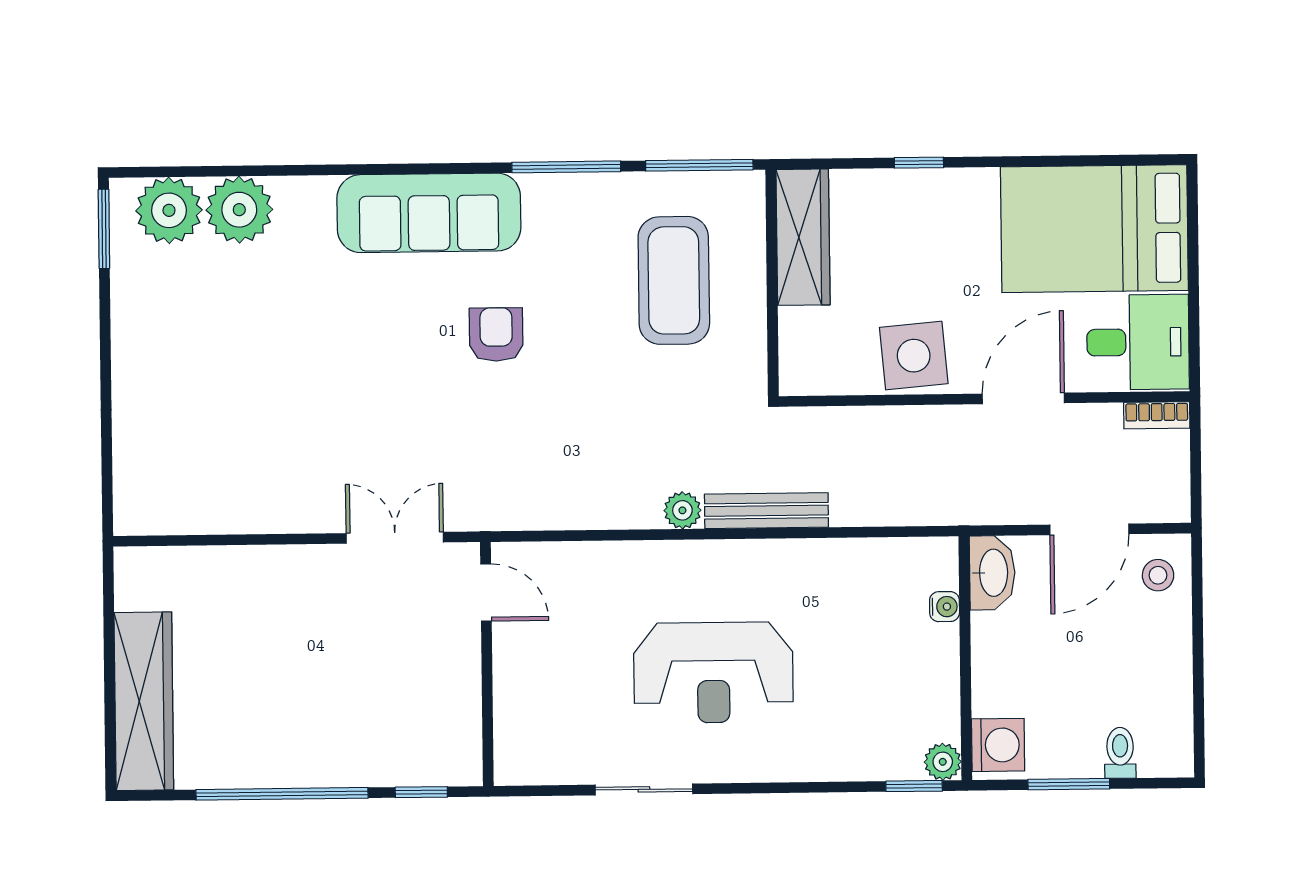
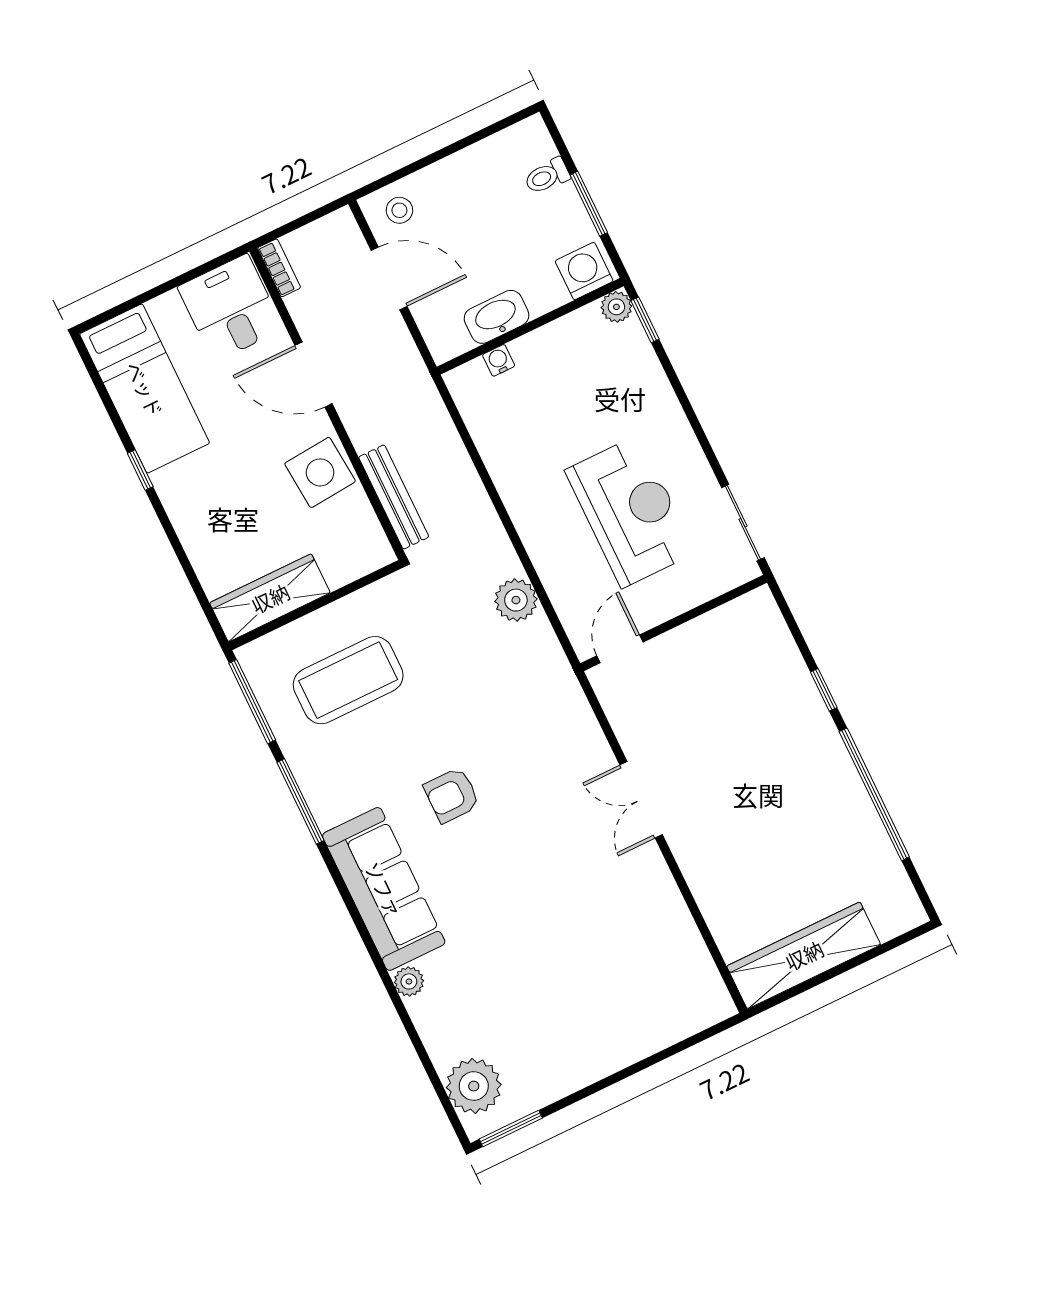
window: (919, 163) -> (140, 470), moved
plant: (239, 210) -> (409, 981), moved, width x0.53, depth x0.53
bed: (1094, 229) -> (145, 389), width x0.67
plant: (682, 510) -> (516, 600), width x1.38, depth x1.38
bench: (766, 511) -> (394, 497), moved
washbasin: (992, 573) -> (497, 317), moved
door: (486, 593) -> (620, 649), moved
wall: (487, 664) -> (674, 623), moved
wardrobe: (144, 701) -> (804, 955), moved

